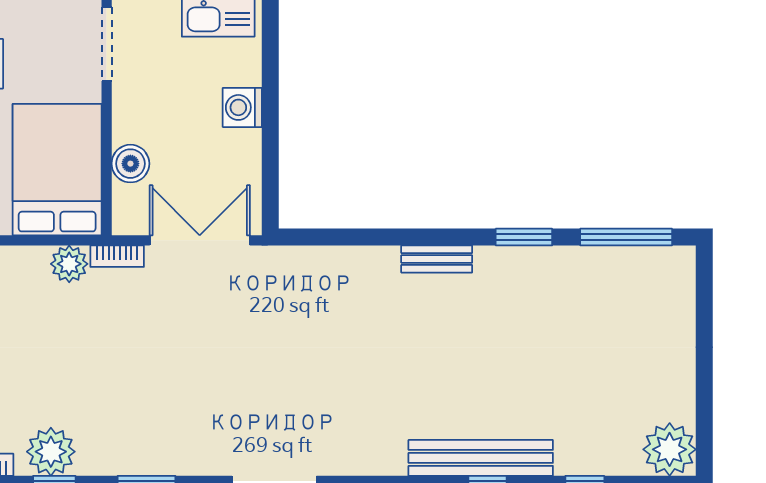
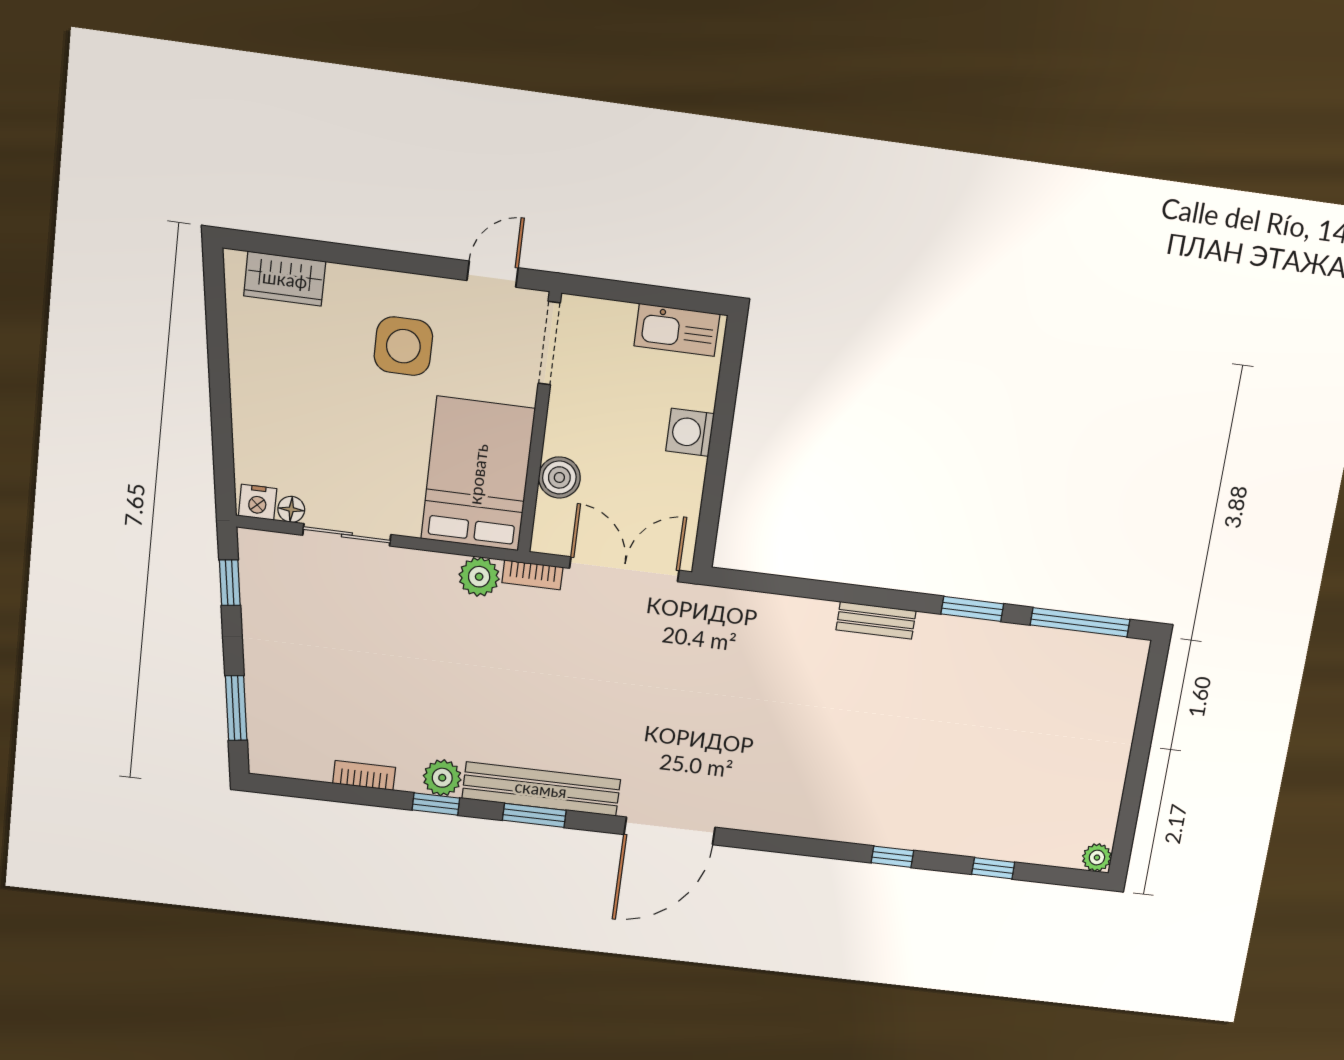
plant: (670, 449) -> (1097, 858), width x0.53, depth x0.53
plant: (51, 452) -> (442, 778), width x0.73, depth x0.73
bench: (481, 458) -> (541, 789), moved

